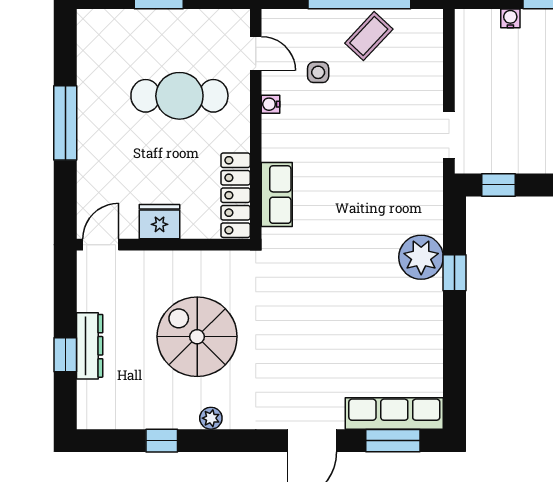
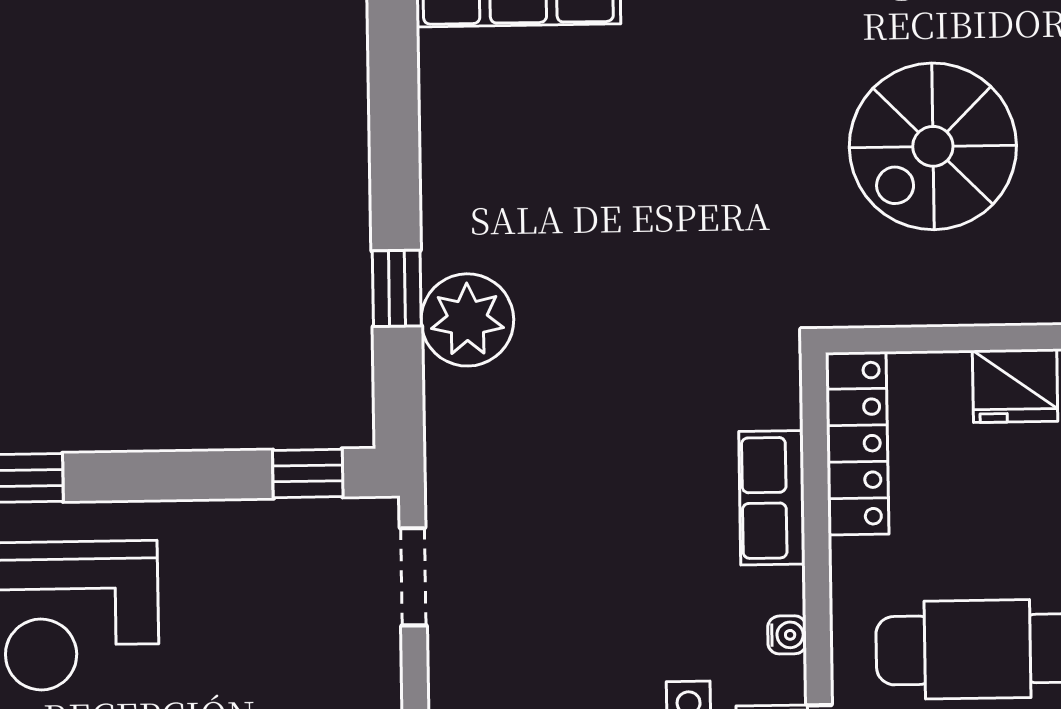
row of seats: (277, 195) -> (772, 498), moved
spiral stairs: (197, 337) -> (933, 146), turned 90

